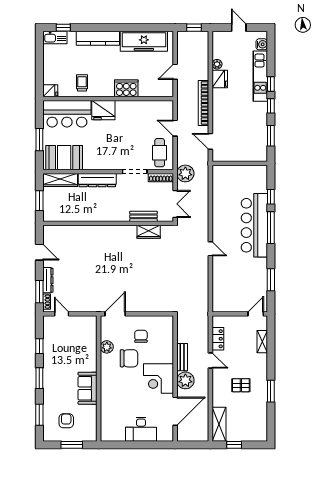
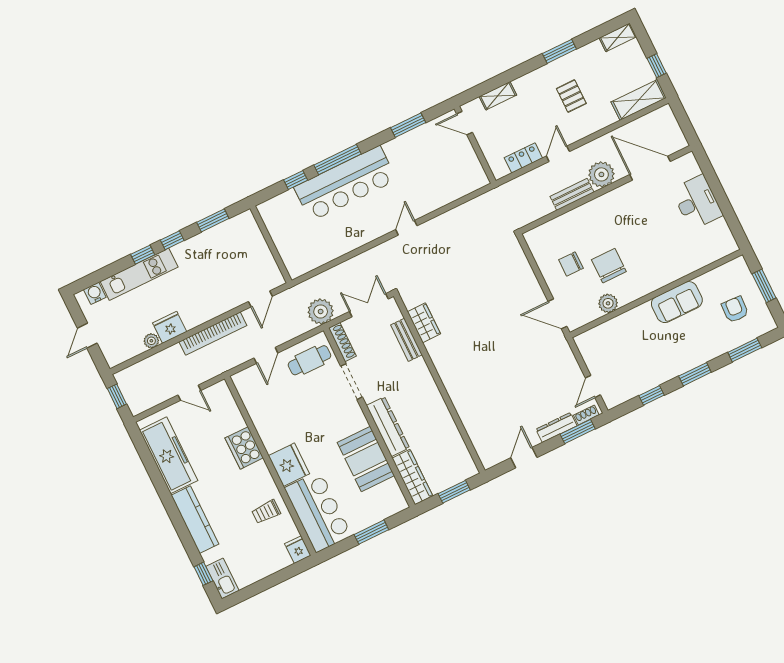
booth: (64, 158) -> (366, 459), moved
corner desk: (158, 379) -> (617, 212), removed
armchair: (66, 421) -> (735, 310), turned 93
shelving: (262, 430) -> (618, 37), added

